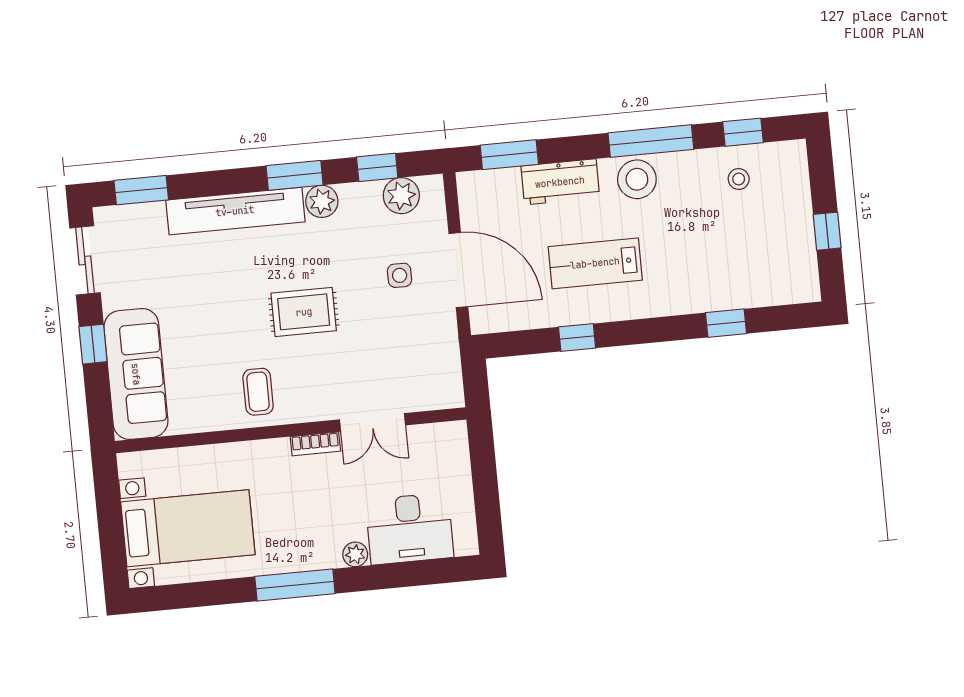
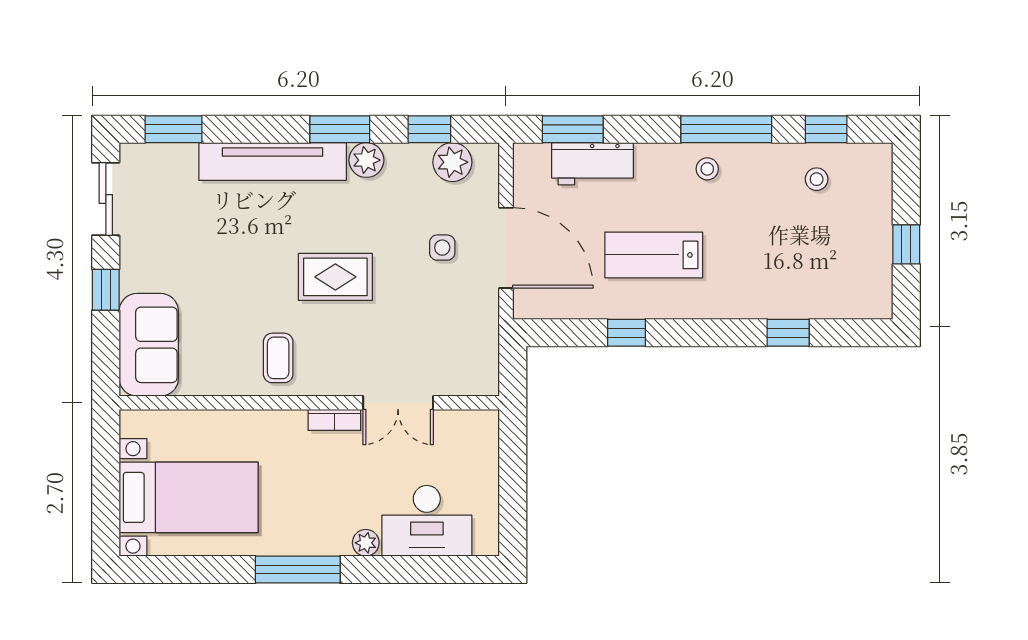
stool: (637, 179) -> (707, 169), width x0.53, depth x0.53
workbench: (560, 182) -> (593, 164), moved
sofa: (136, 374) -> (149, 345), width x0.73

